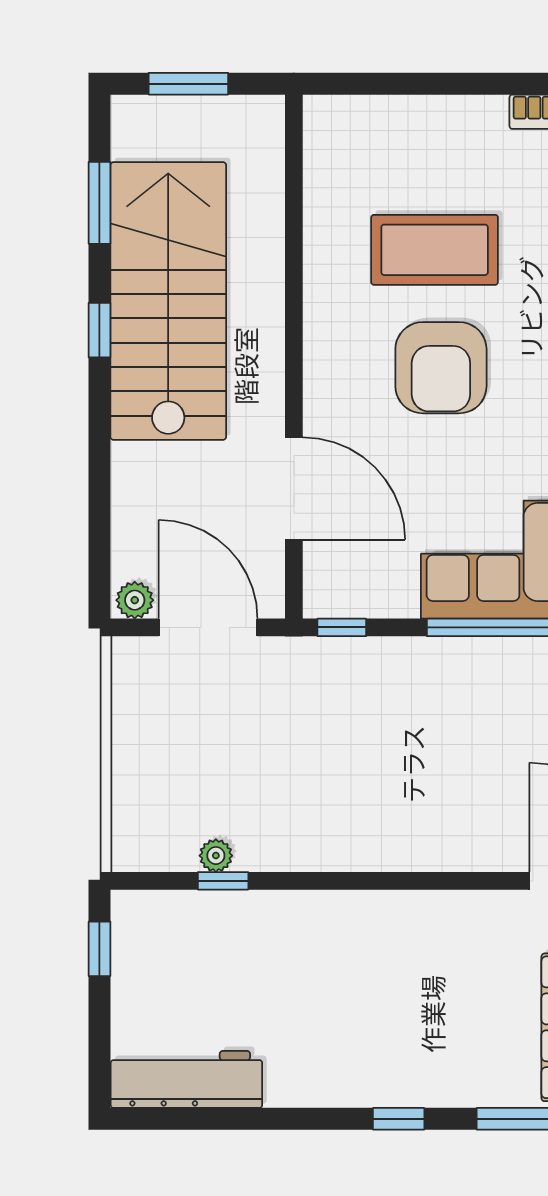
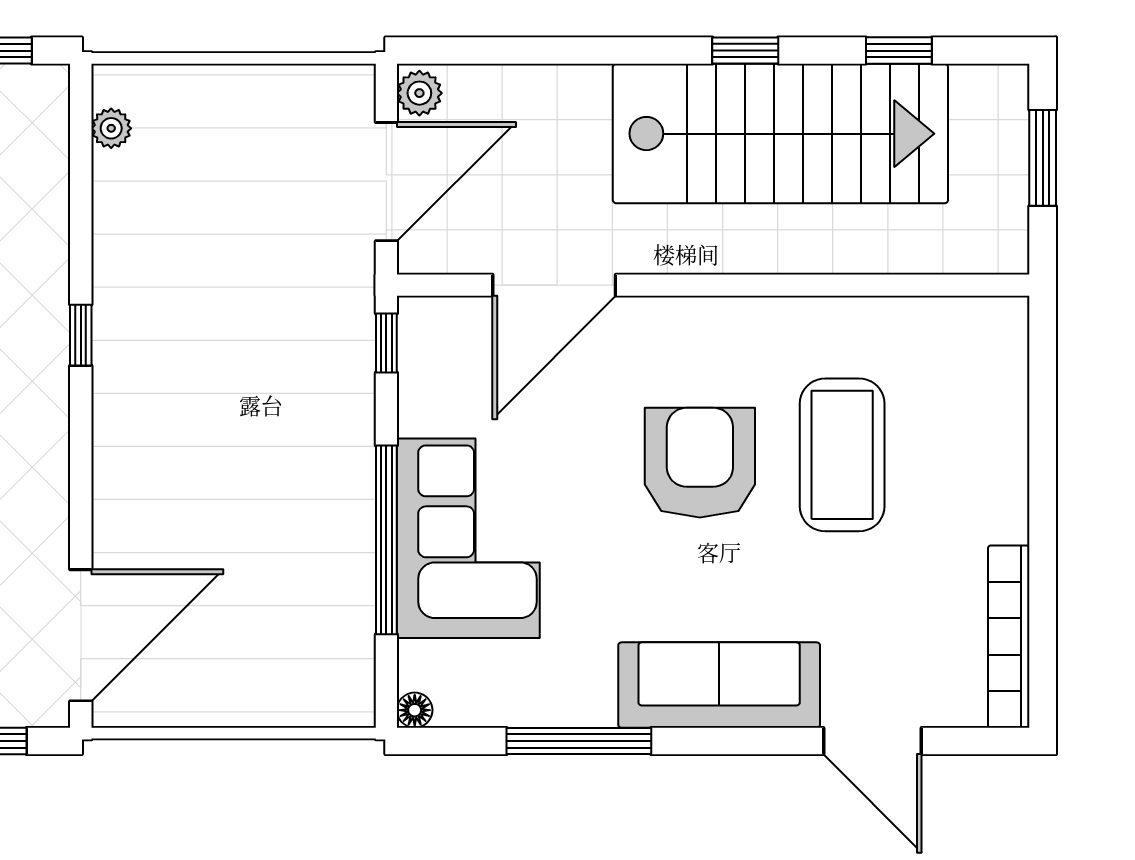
window: (99, 203) -> (899, 51), width x0.67
armchair: (441, 368) -> (700, 463), turned 90
plant: (216, 856) -> (111, 128), moved
window: (223, 881) -> (81, 335), moved

